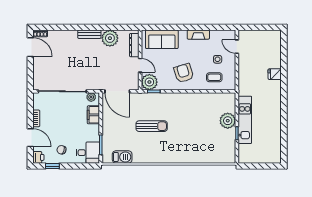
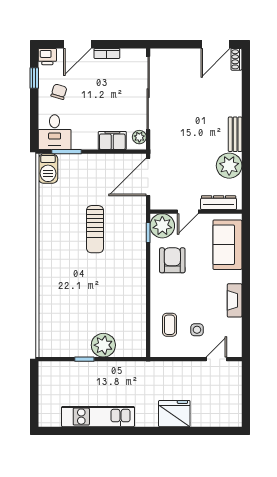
armchair: (184, 73) -> (172, 260), moved, turned -73
fridge: (275, 74) -> (174, 414), width x1.88, depth x1.34
kitchen unit: (245, 120) -> (98, 417), moved, turned 180
barbecue: (122, 157) -> (48, 169), moved

